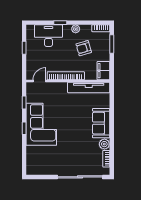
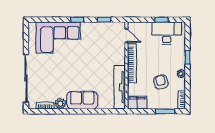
desk: (48, 36) -> (167, 33), moved, turned -90
corner sofa: (41, 124) -> (58, 38), moved

